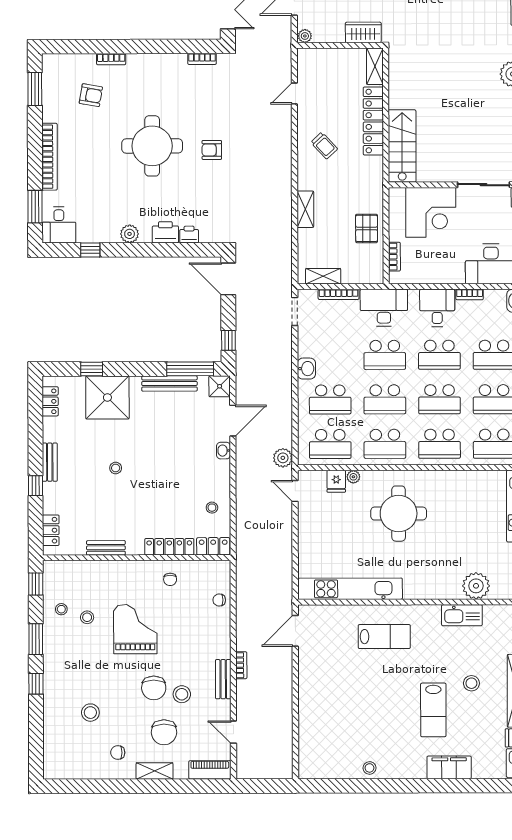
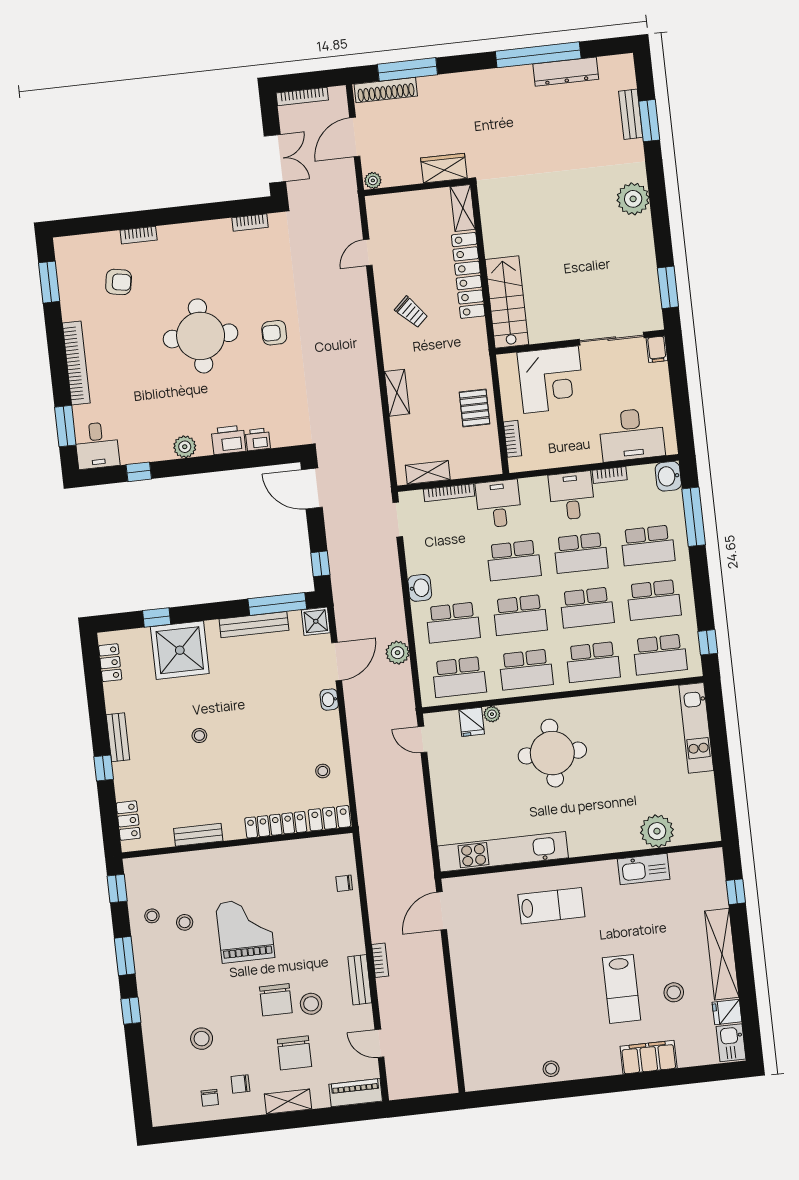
desk: (384, 308) -> (499, 504), width x0.73
plant: (283, 458) -> (398, 653), moved
chair: (170, 579) -> (210, 1098), moved
stool: (471, 683) -> (674, 992), moved

